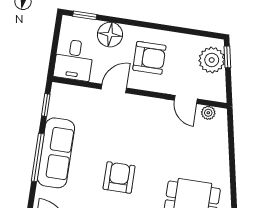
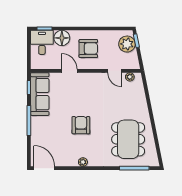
desk: (74, 60) -> (42, 42), moved, turned 180
door: (114, 89) -> (69, 71), hinge flipped
sofa: (56, 153) -> (40, 94), moved

